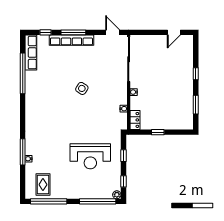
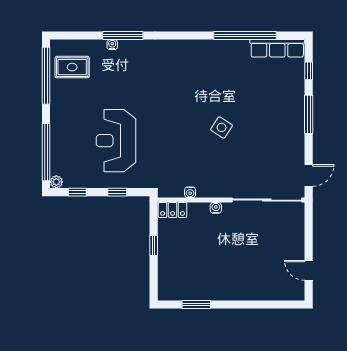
row of seats: (71, 40) -> (297, 111), removed
window: (196, 74) -> (244, 304), removed

